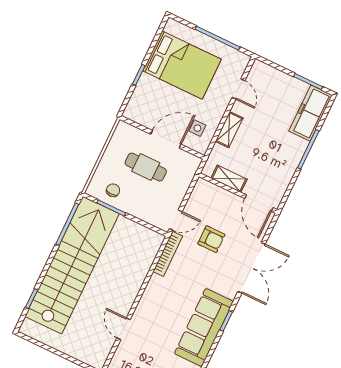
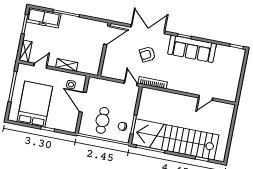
cafe table: (146, 167) -> (102, 120), moved
shelving: (229, 179) -> (25, 51), moved
armchair: (211, 239) -> (147, 54), moved, turned -118

